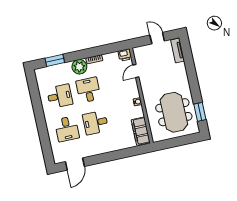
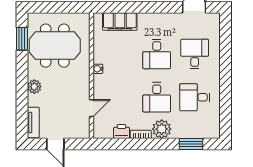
printer: (125, 55) -> (122, 131), moved
plant: (183, 78) -> (34, 87), added
meeting table: (174, 112) -> (55, 46), turned 90
desk: (96, 123) -> (157, 54), turned 90
filing cabinet: (141, 131) -> (120, 22), moved, turned 90

